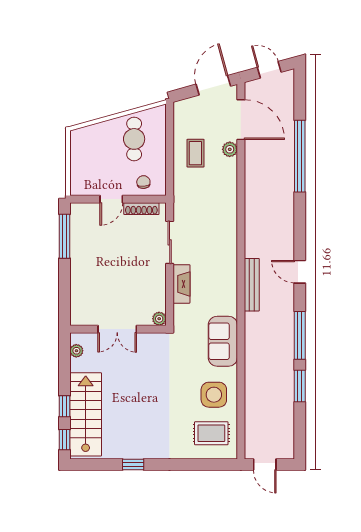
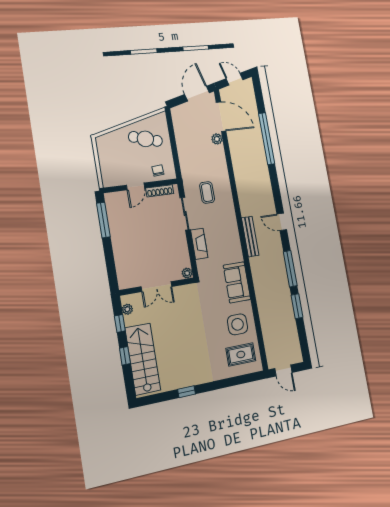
cafe table: (134, 139) -> (145, 139), turned -74
coffee table: (195, 153) -> (207, 192), moved
window: (64, 440) -> (120, 323), moved

